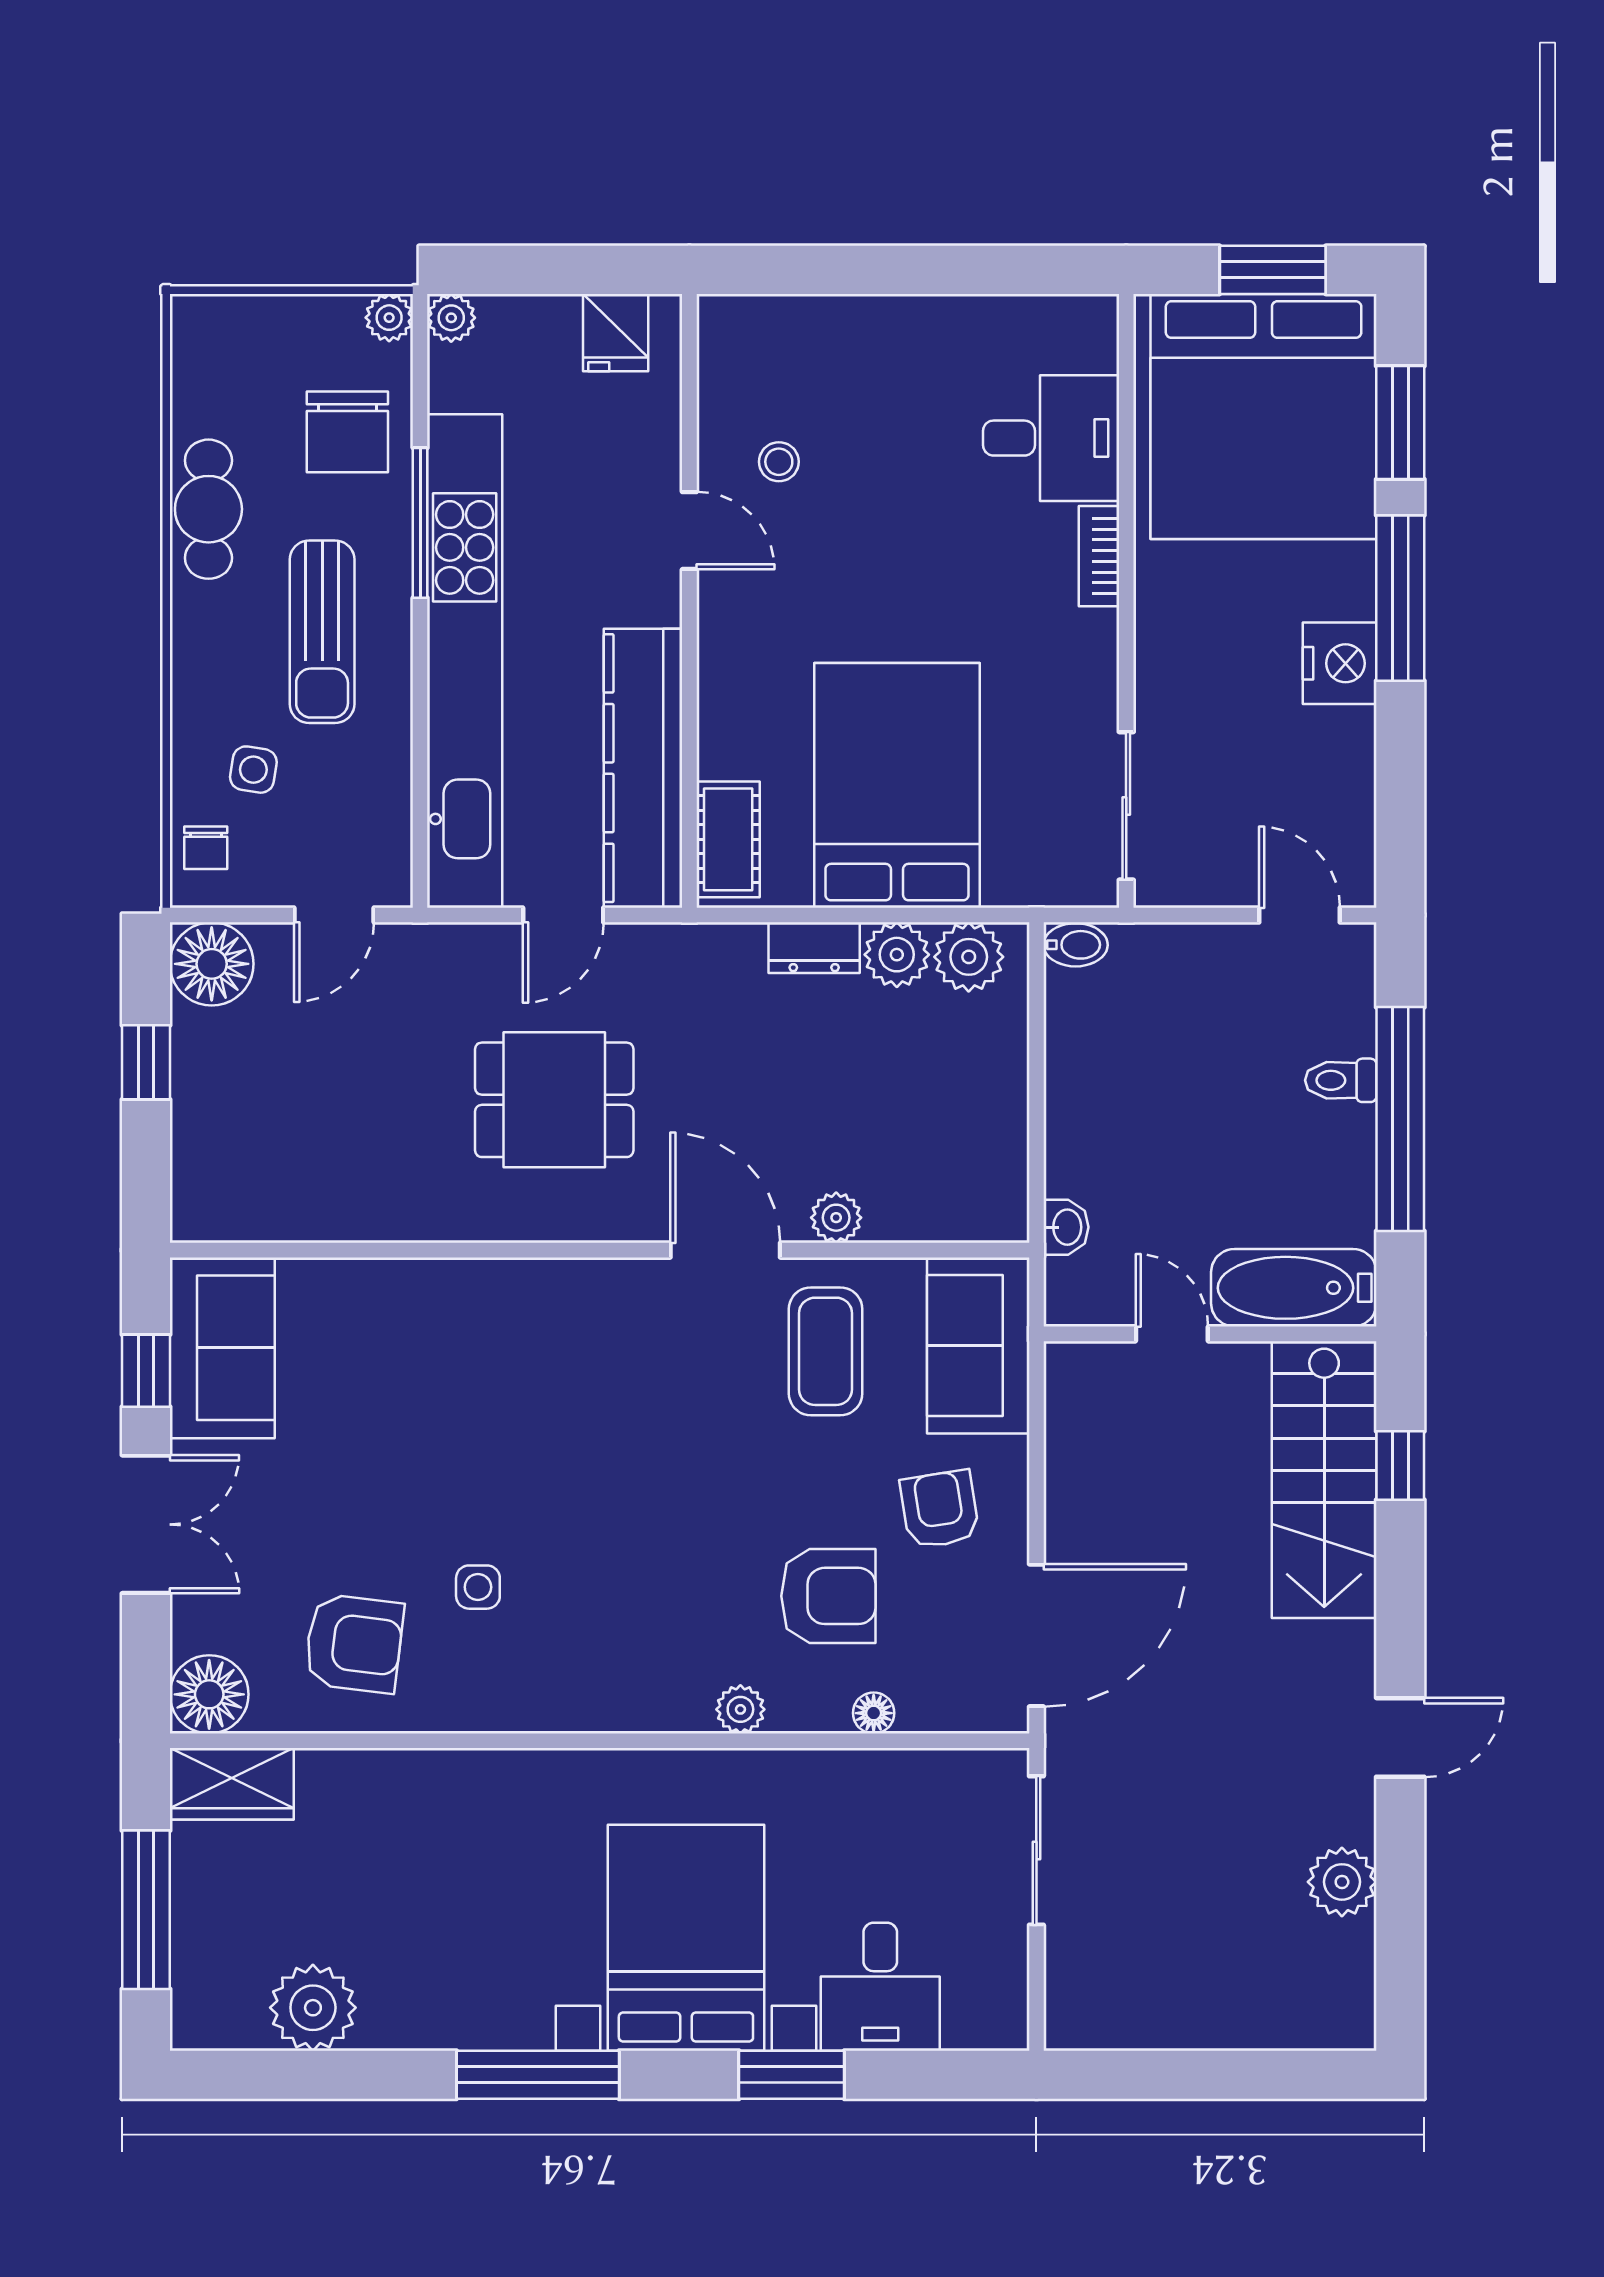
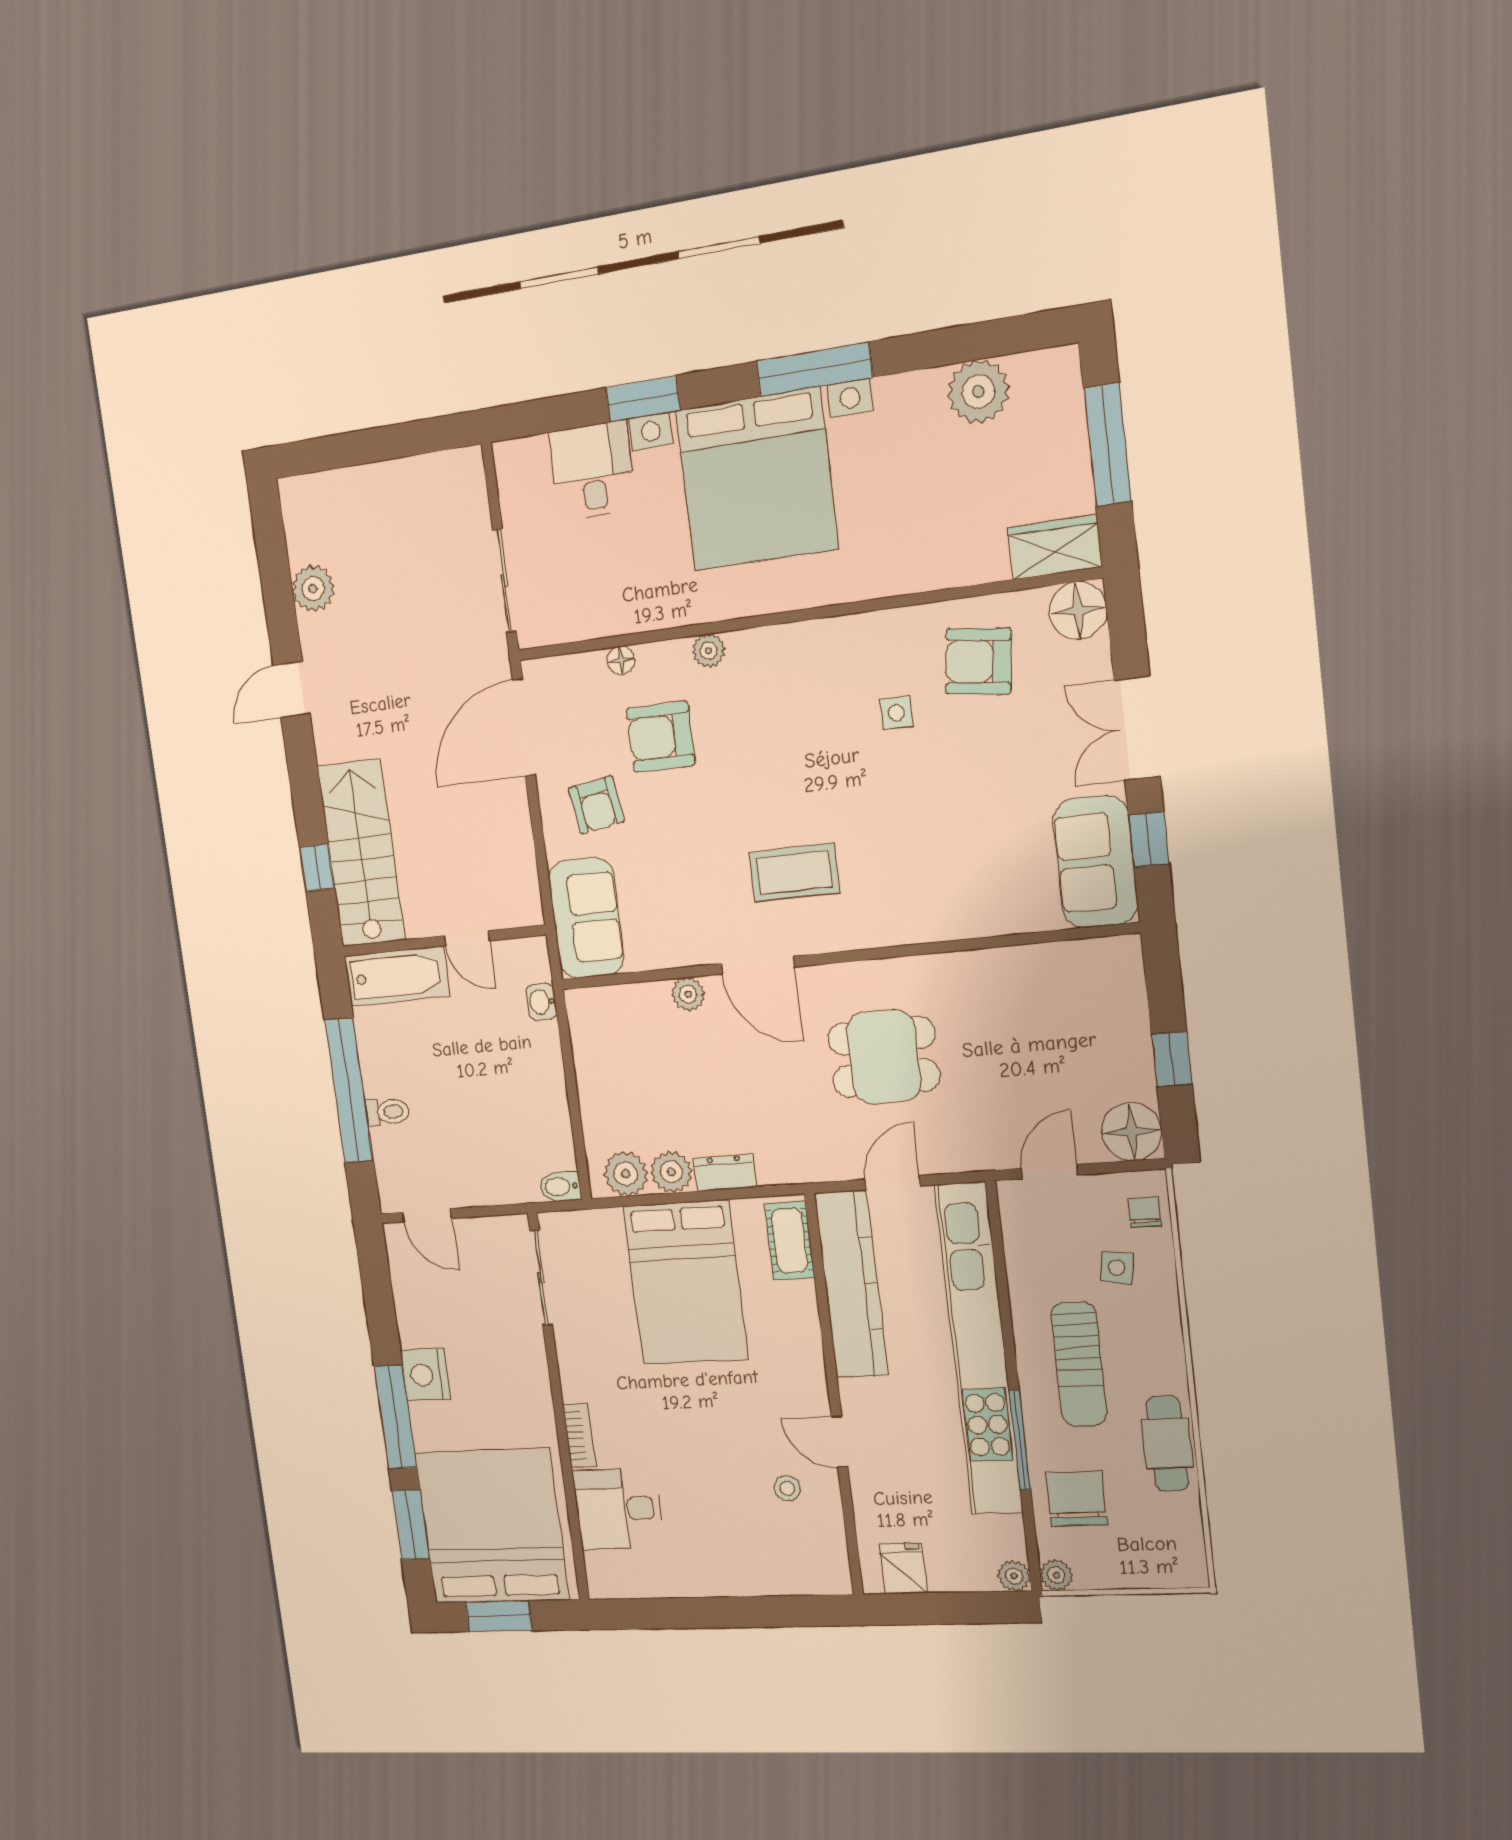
sun lounger: (322, 632) -> (1079, 1364), turned 180
coffee table: (826, 1351) -> (794, 872), moved, turned 90
bed with nightstands: (686, 1938) -> (757, 479), width x1.36

